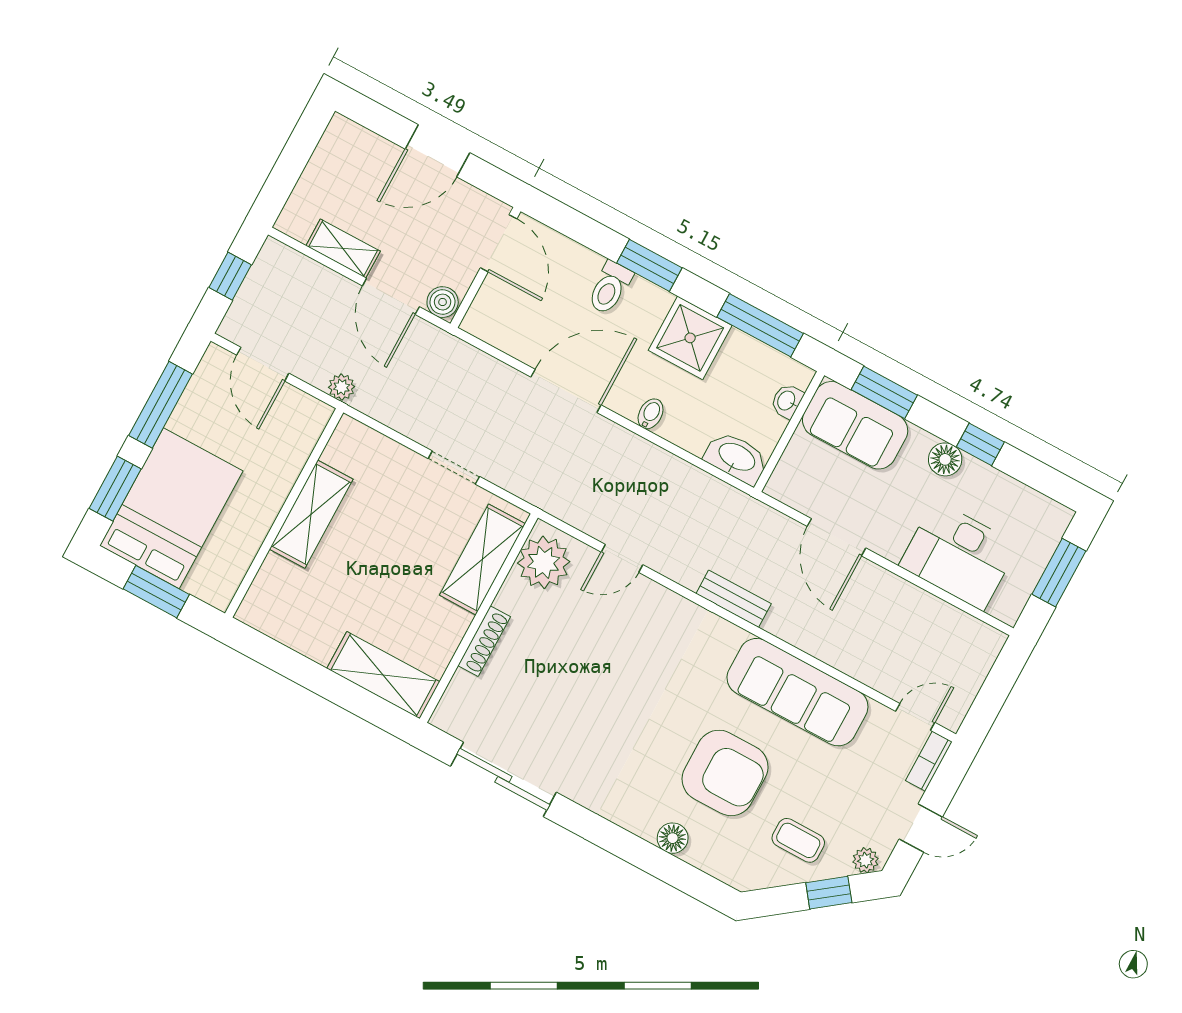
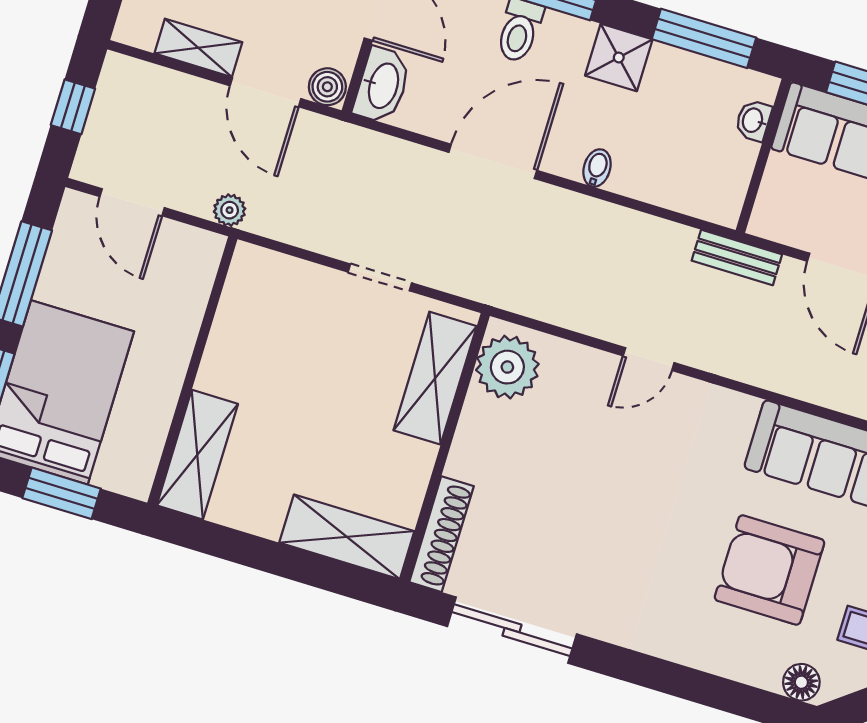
shower: (690, 338) -> (619, 57), width x0.73, depth x0.73
washbasin: (736, 458) -> (382, 85), moved, turned 90
shelving: (311, 514) -> (197, 455), moved
door: (622, 558) -> (649, 359), moved
bench: (734, 599) -> (737, 257), moved
shoe rack: (484, 641) -> (441, 534), moved, width x1.36, depth x1.24
armchair: (725, 773) -> (770, 570), turned 180
floor lamp: (673, 838) -> (801, 682), moved

